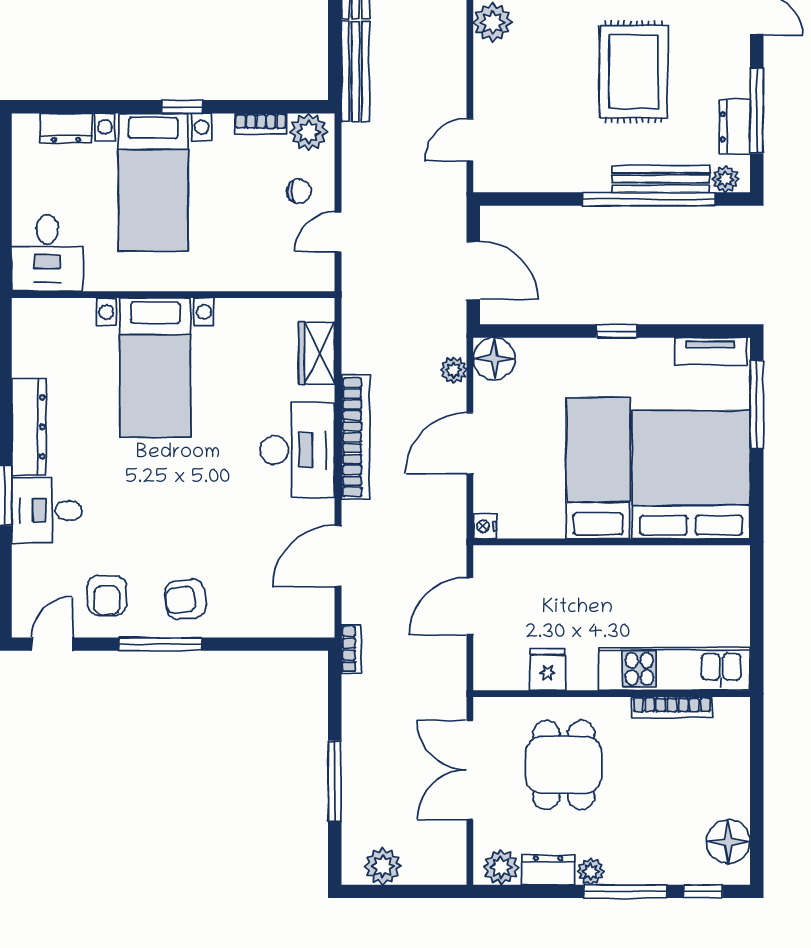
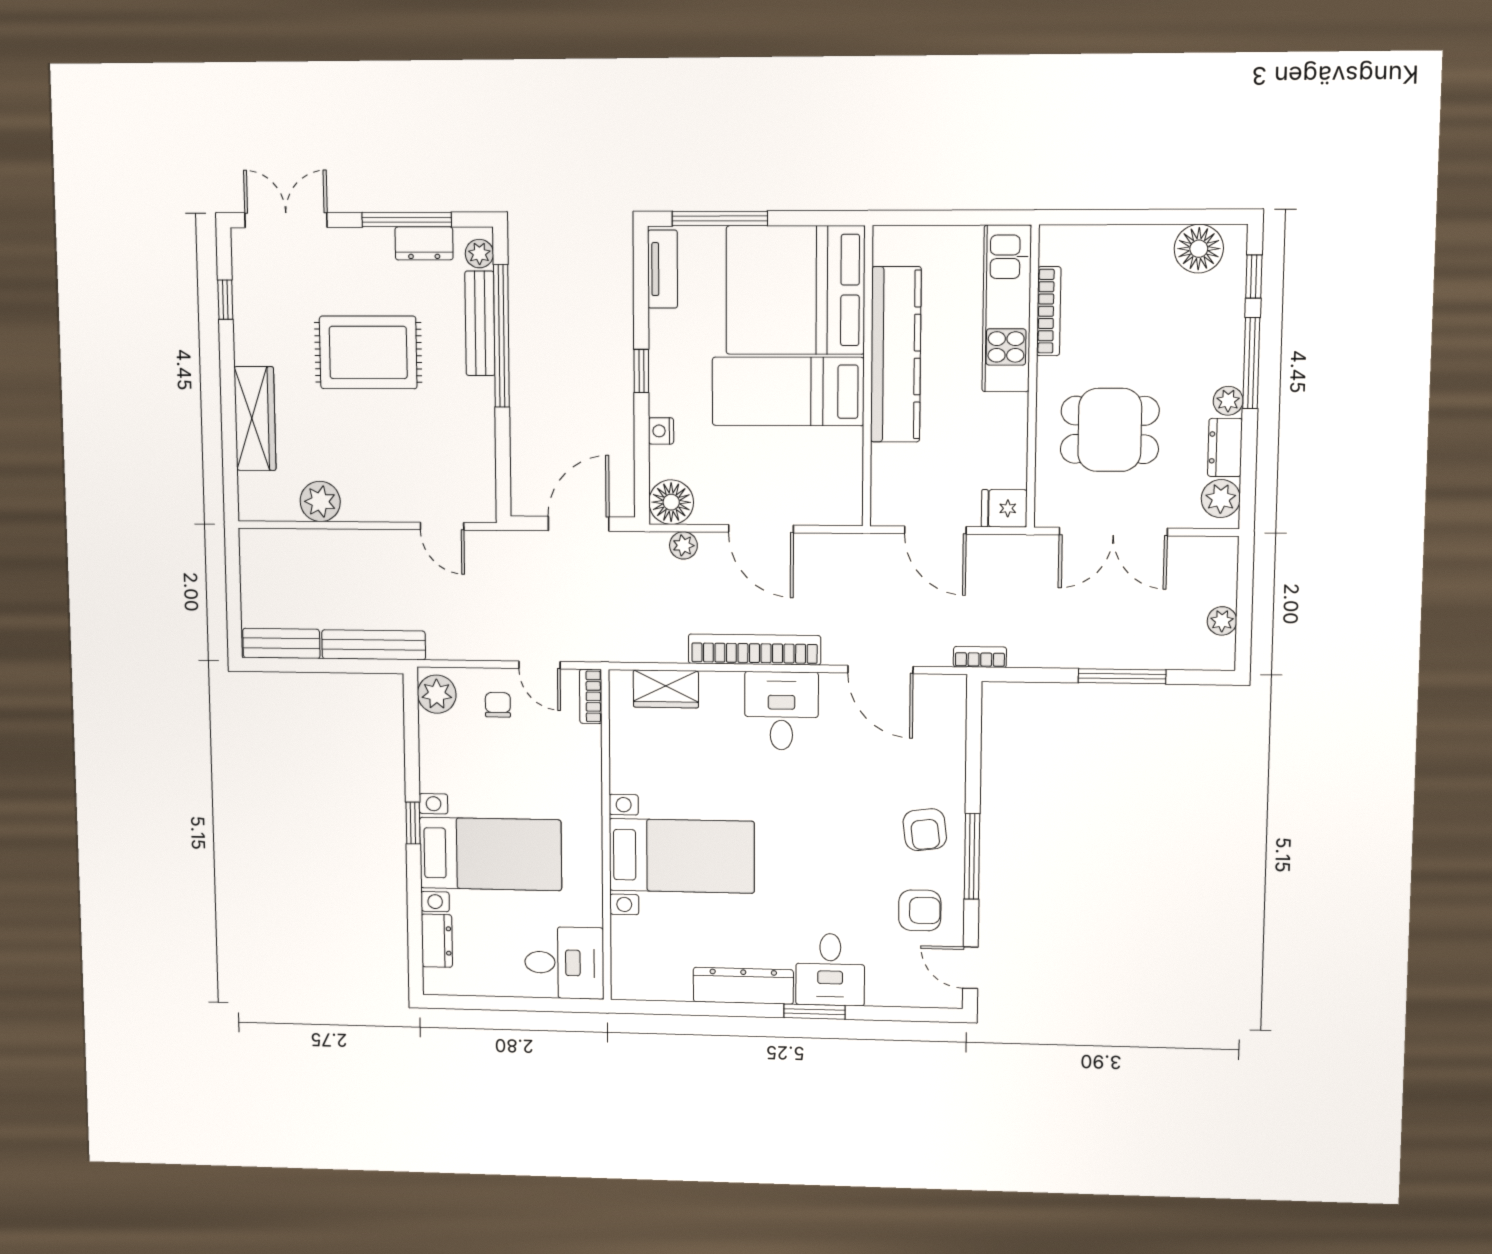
bookcase: (261, 124) -> (591, 696), moved, turned 180
desk: (297, 450) -> (781, 711), width x0.73
nightstand: (485, 526) -> (661, 431), moved, turned 90
kitchen counter: (632, 568) -> (896, 355), added
fridge: (548, 669) -> (1004, 508), moved
plant: (383, 866) -> (1222, 621), width x0.73, depth x0.73

